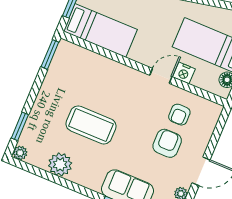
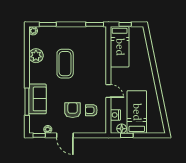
nightstand: (184, 73) -> (115, 115), moved
armchair: (167, 143) -> (73, 110), turned -90

